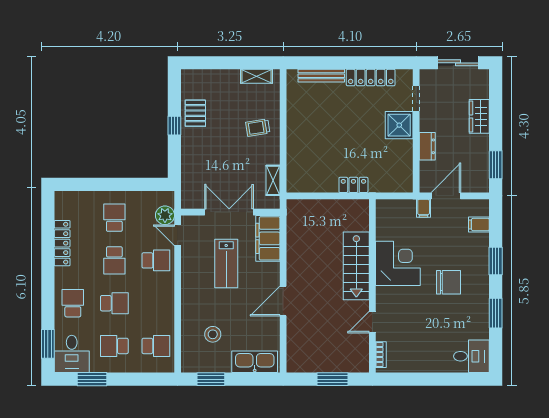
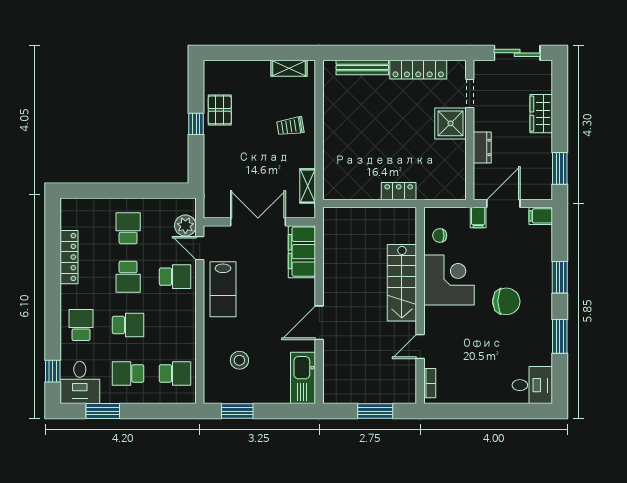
chair: (390, 224) -> (440, 236), added
filing cabinet: (479, 225) -> (541, 216), moved
lab bench: (226, 264) -> (223, 289), moved
window: (48, 344) -> (53, 371), width x0.67
kitchen sink: (255, 362) -> (303, 378), moved, turned -90

